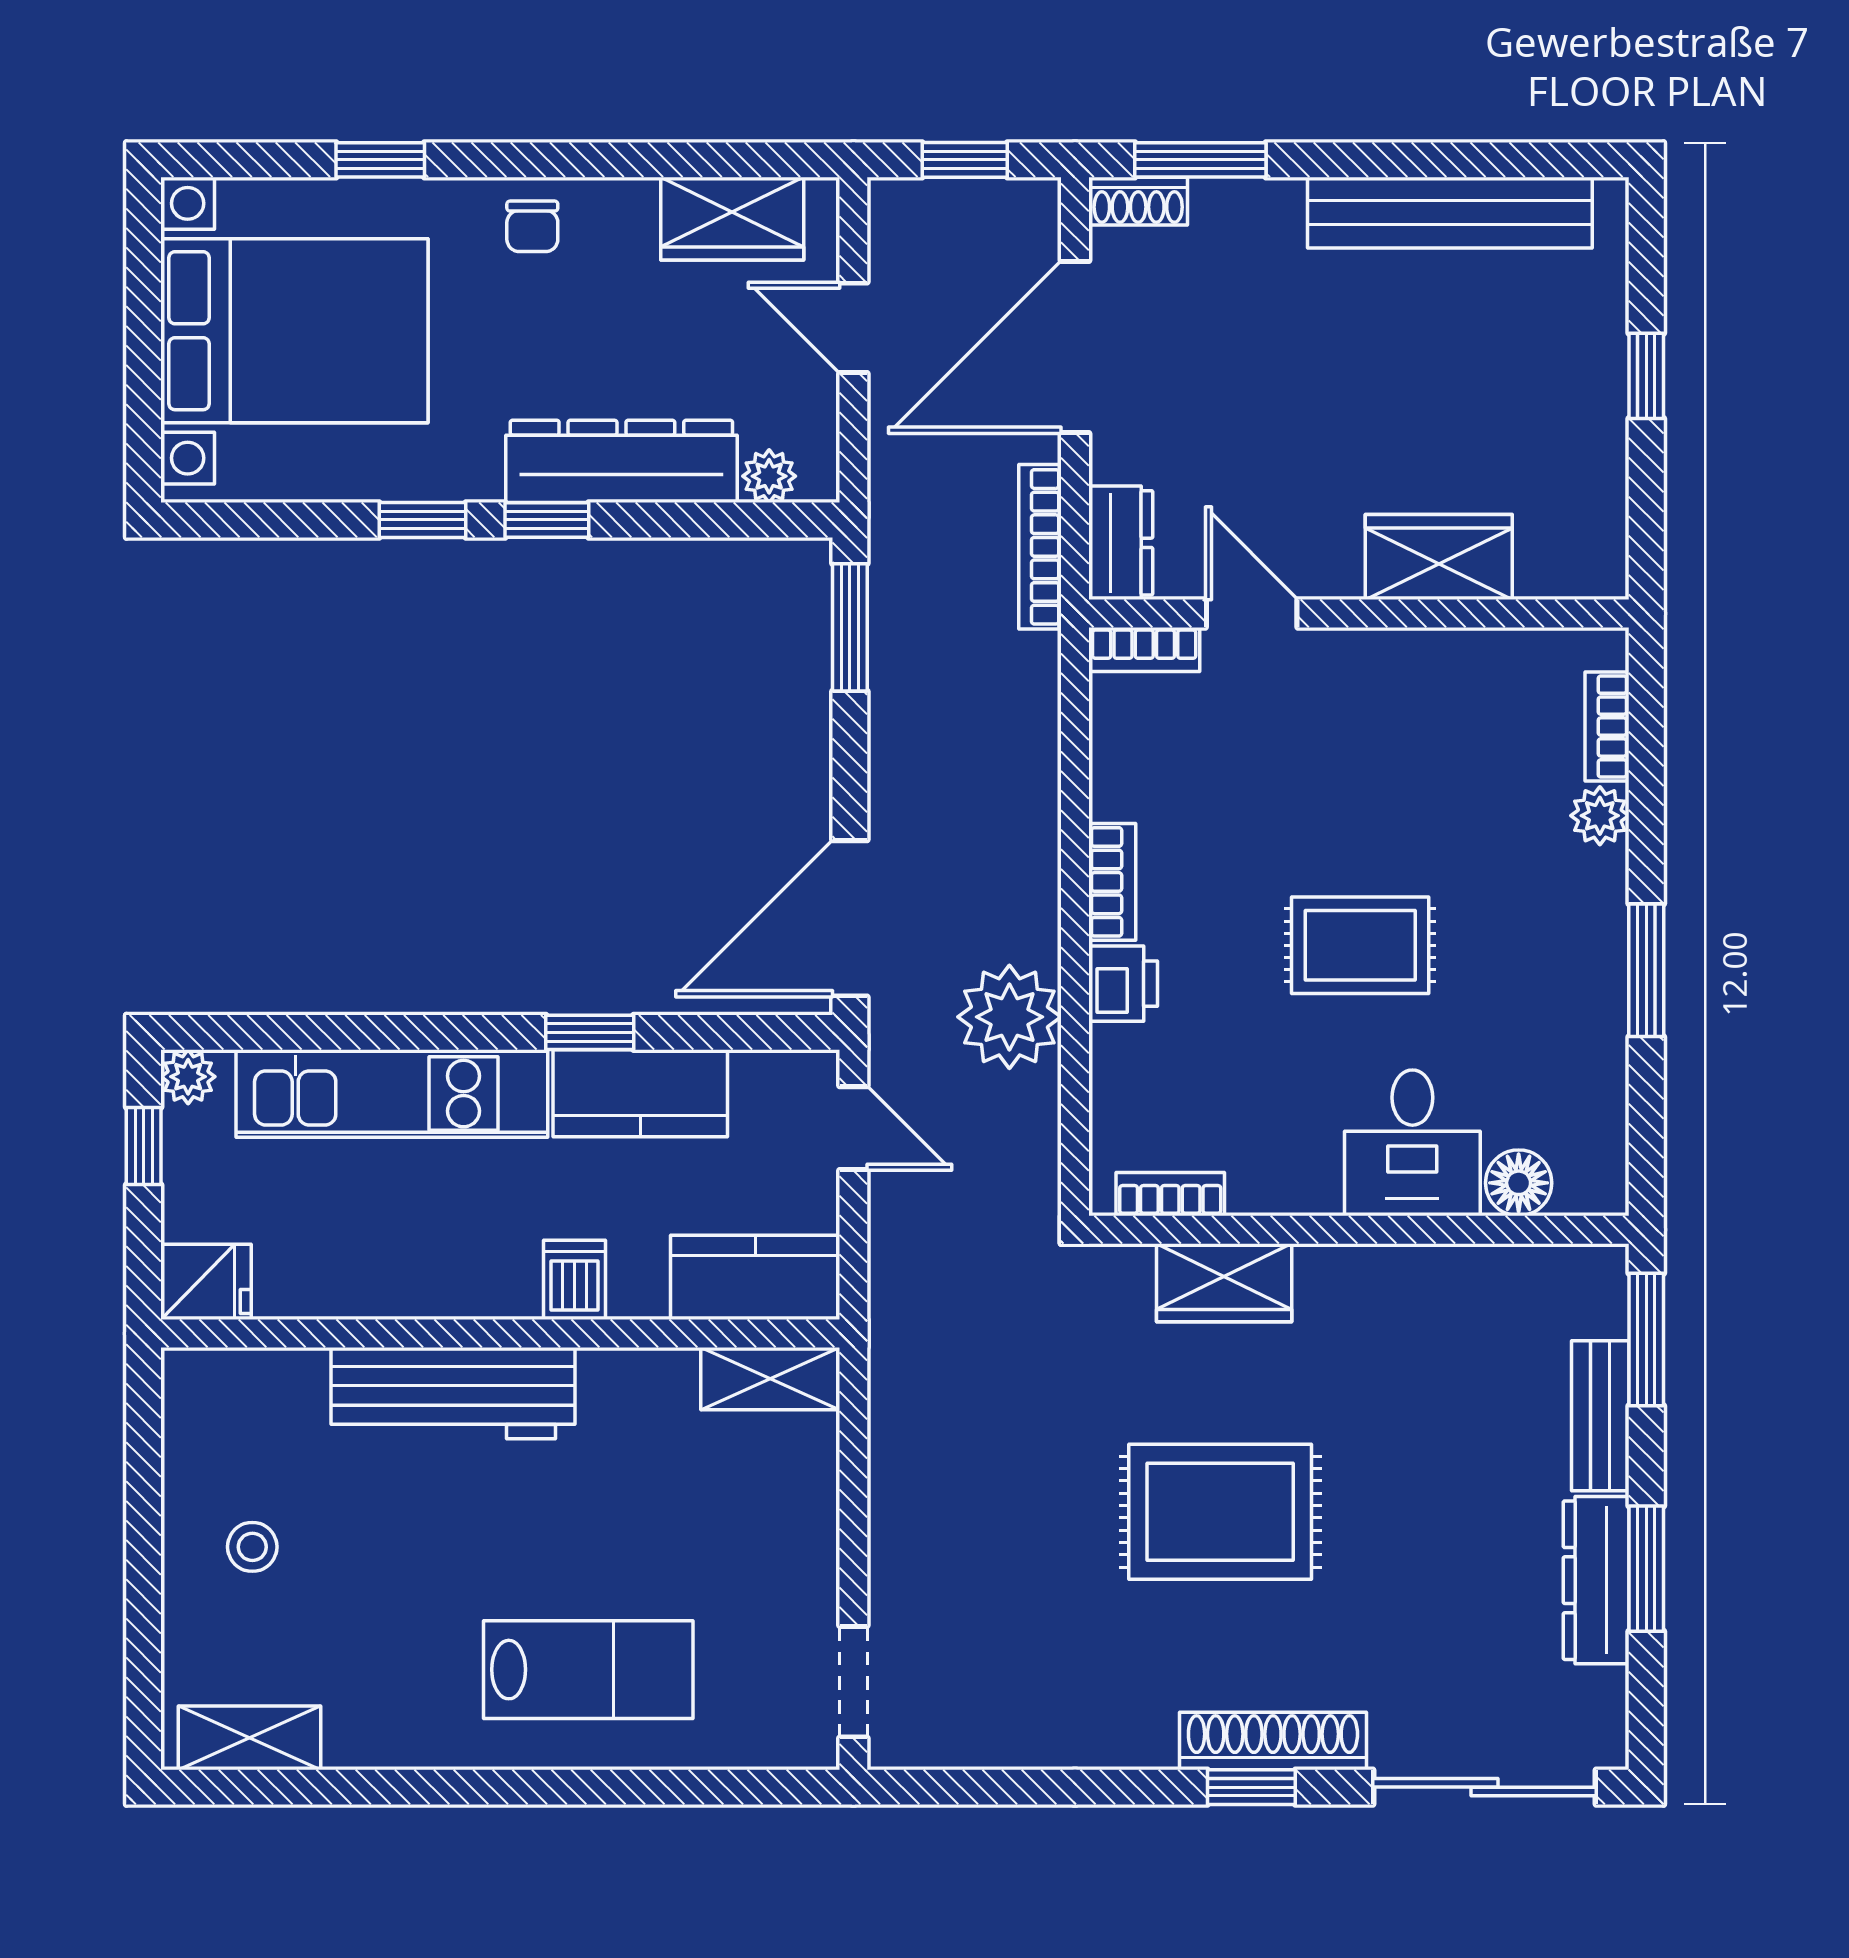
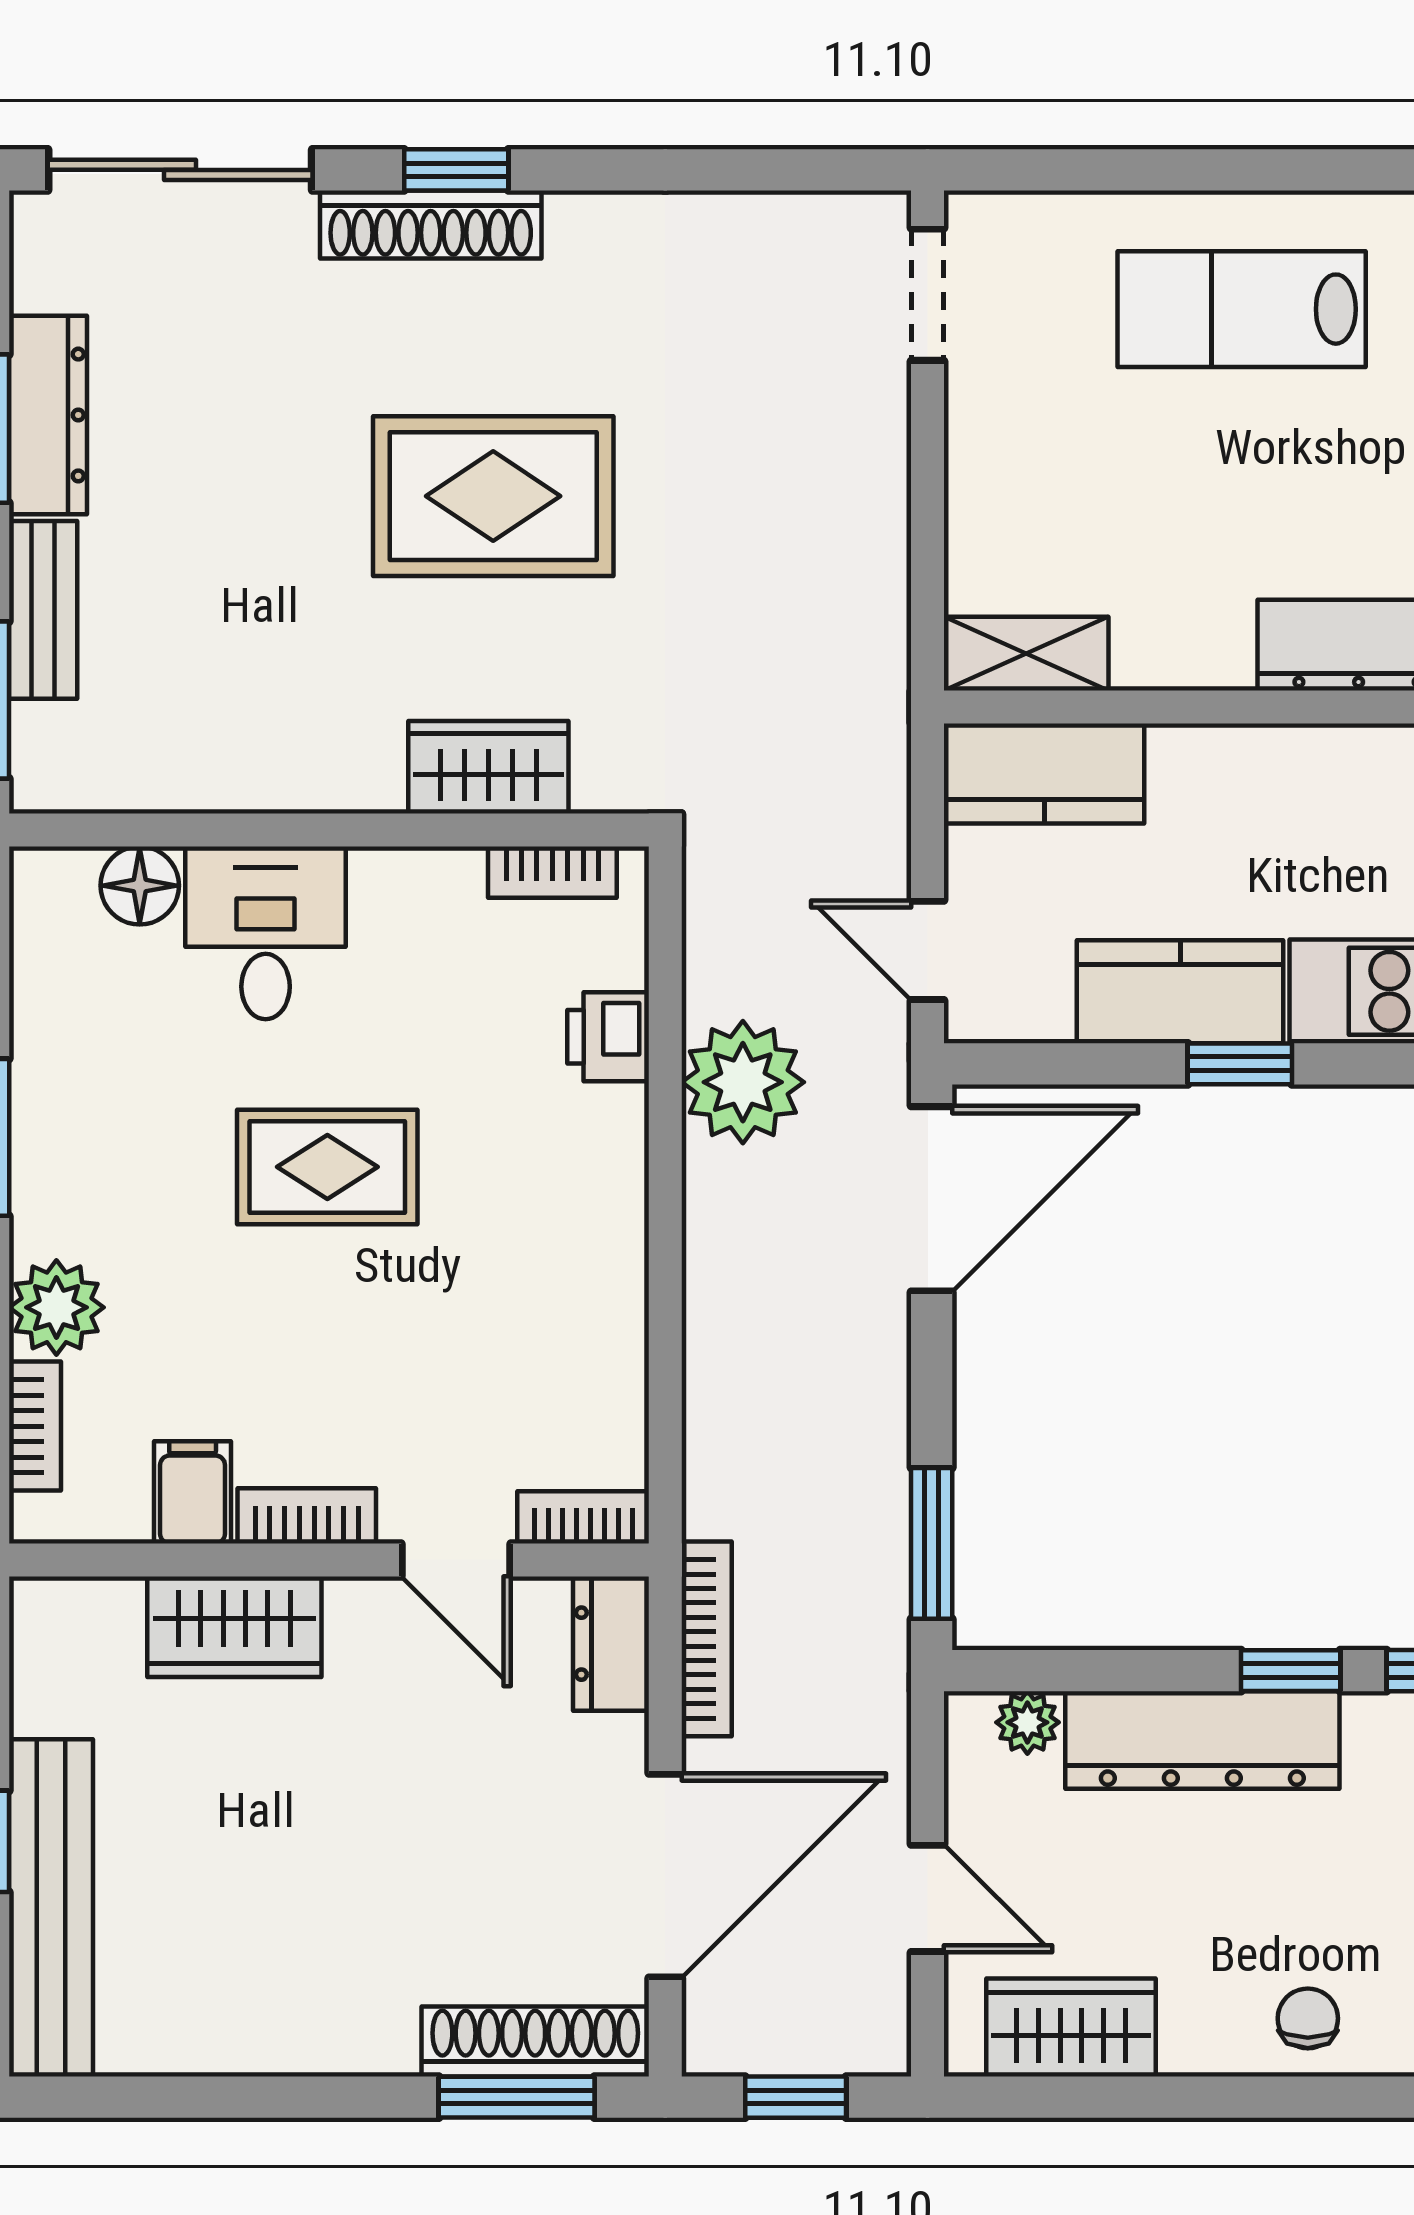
shoe rack: (1138, 201) -> (535, 2042), width x1.94, depth x1.24
bench: (1450, 213) -> (51, 1908), moved, turned 90
filing cabinet: (1474, 671) -> (193, 1492), added
plant: (1600, 816) -> (56, 1307), width x1.38, depth x1.38
bookcase: (1112, 882) -> (307, 1516), moved, turned 90
printer: (1123, 984) -> (608, 1037), moved
dishwasher: (575, 1280) -> (1258, 771), removed

